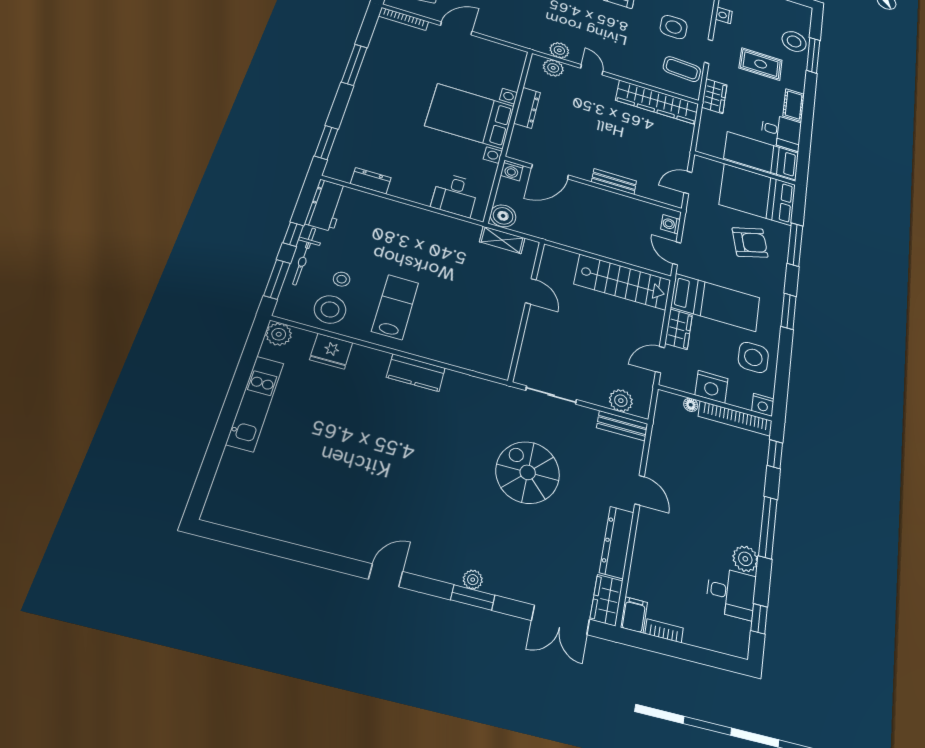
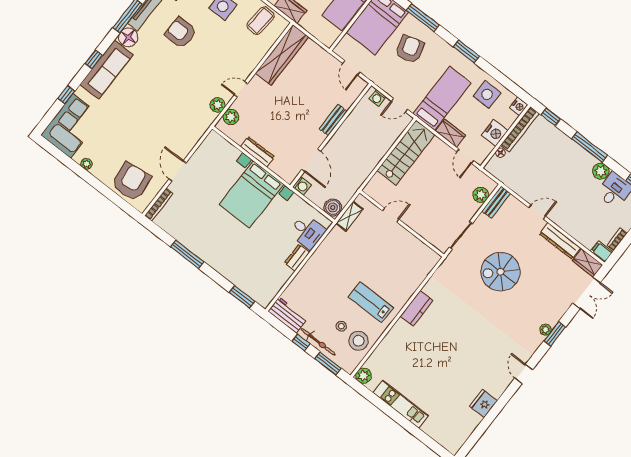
dresser: (371, 181) -> (297, 258), moved
fridge: (331, 351) -> (483, 404), moved, turned 180

